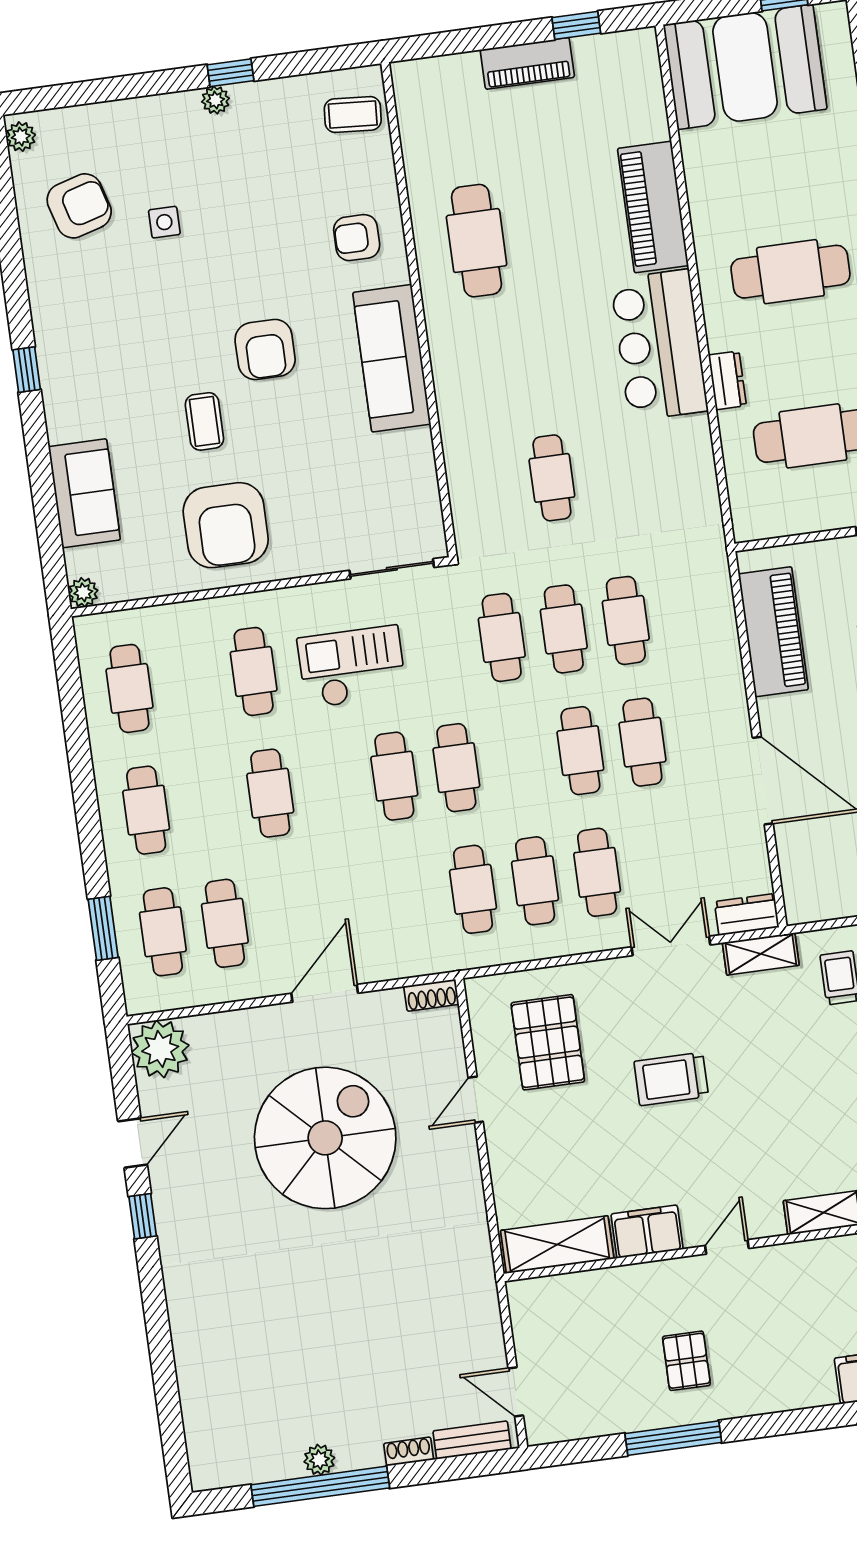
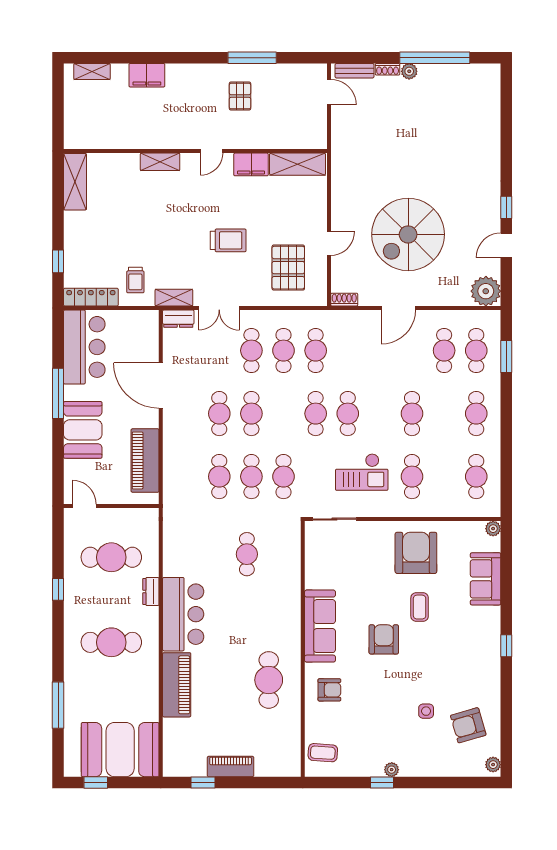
plant: (319, 1460) -> (409, 71), moved

